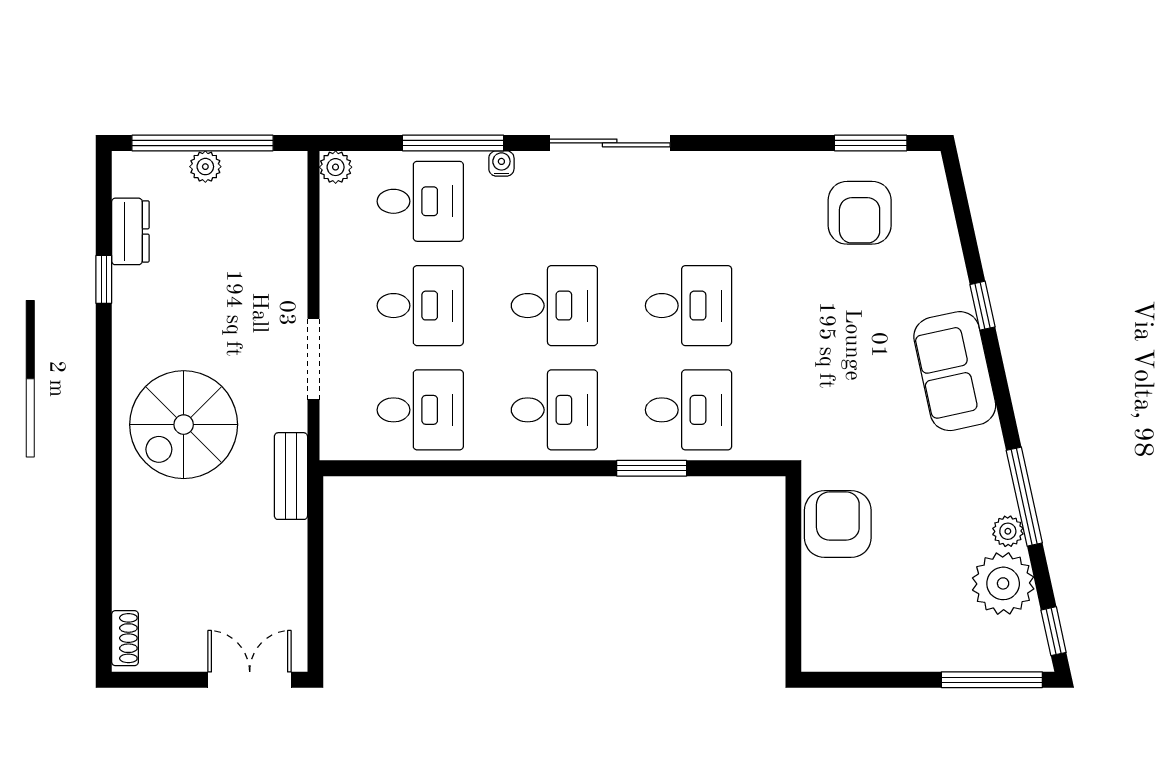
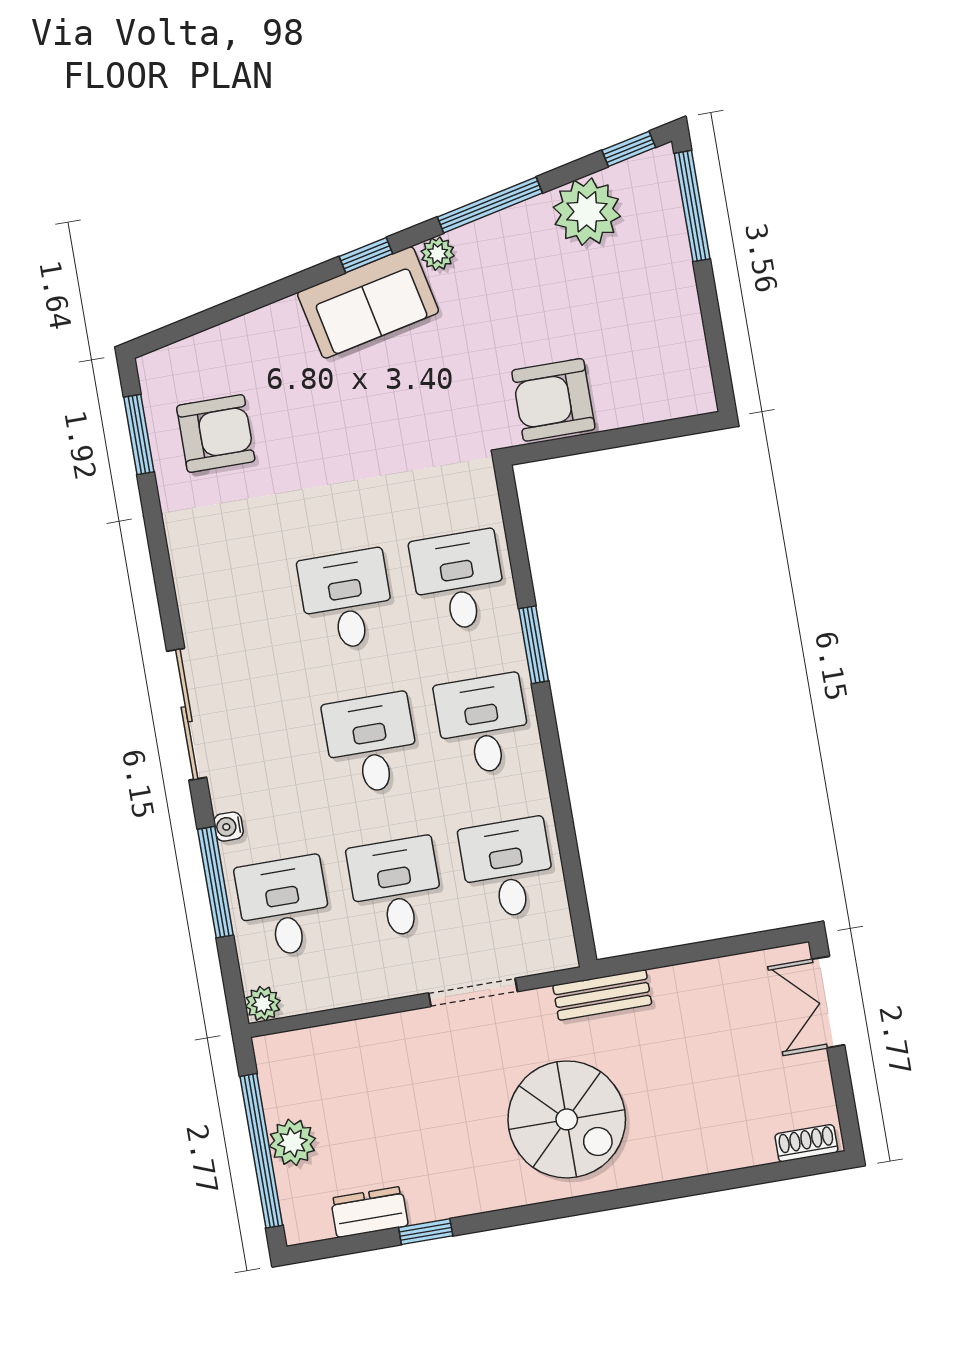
plant: (205, 167) -> (292, 1142), width x1.38, depth x1.38
window: (983, 306) -> (366, 255), moved
window: (652, 468) -> (534, 645), moved
plant: (1008, 531) -> (438, 254), moved

